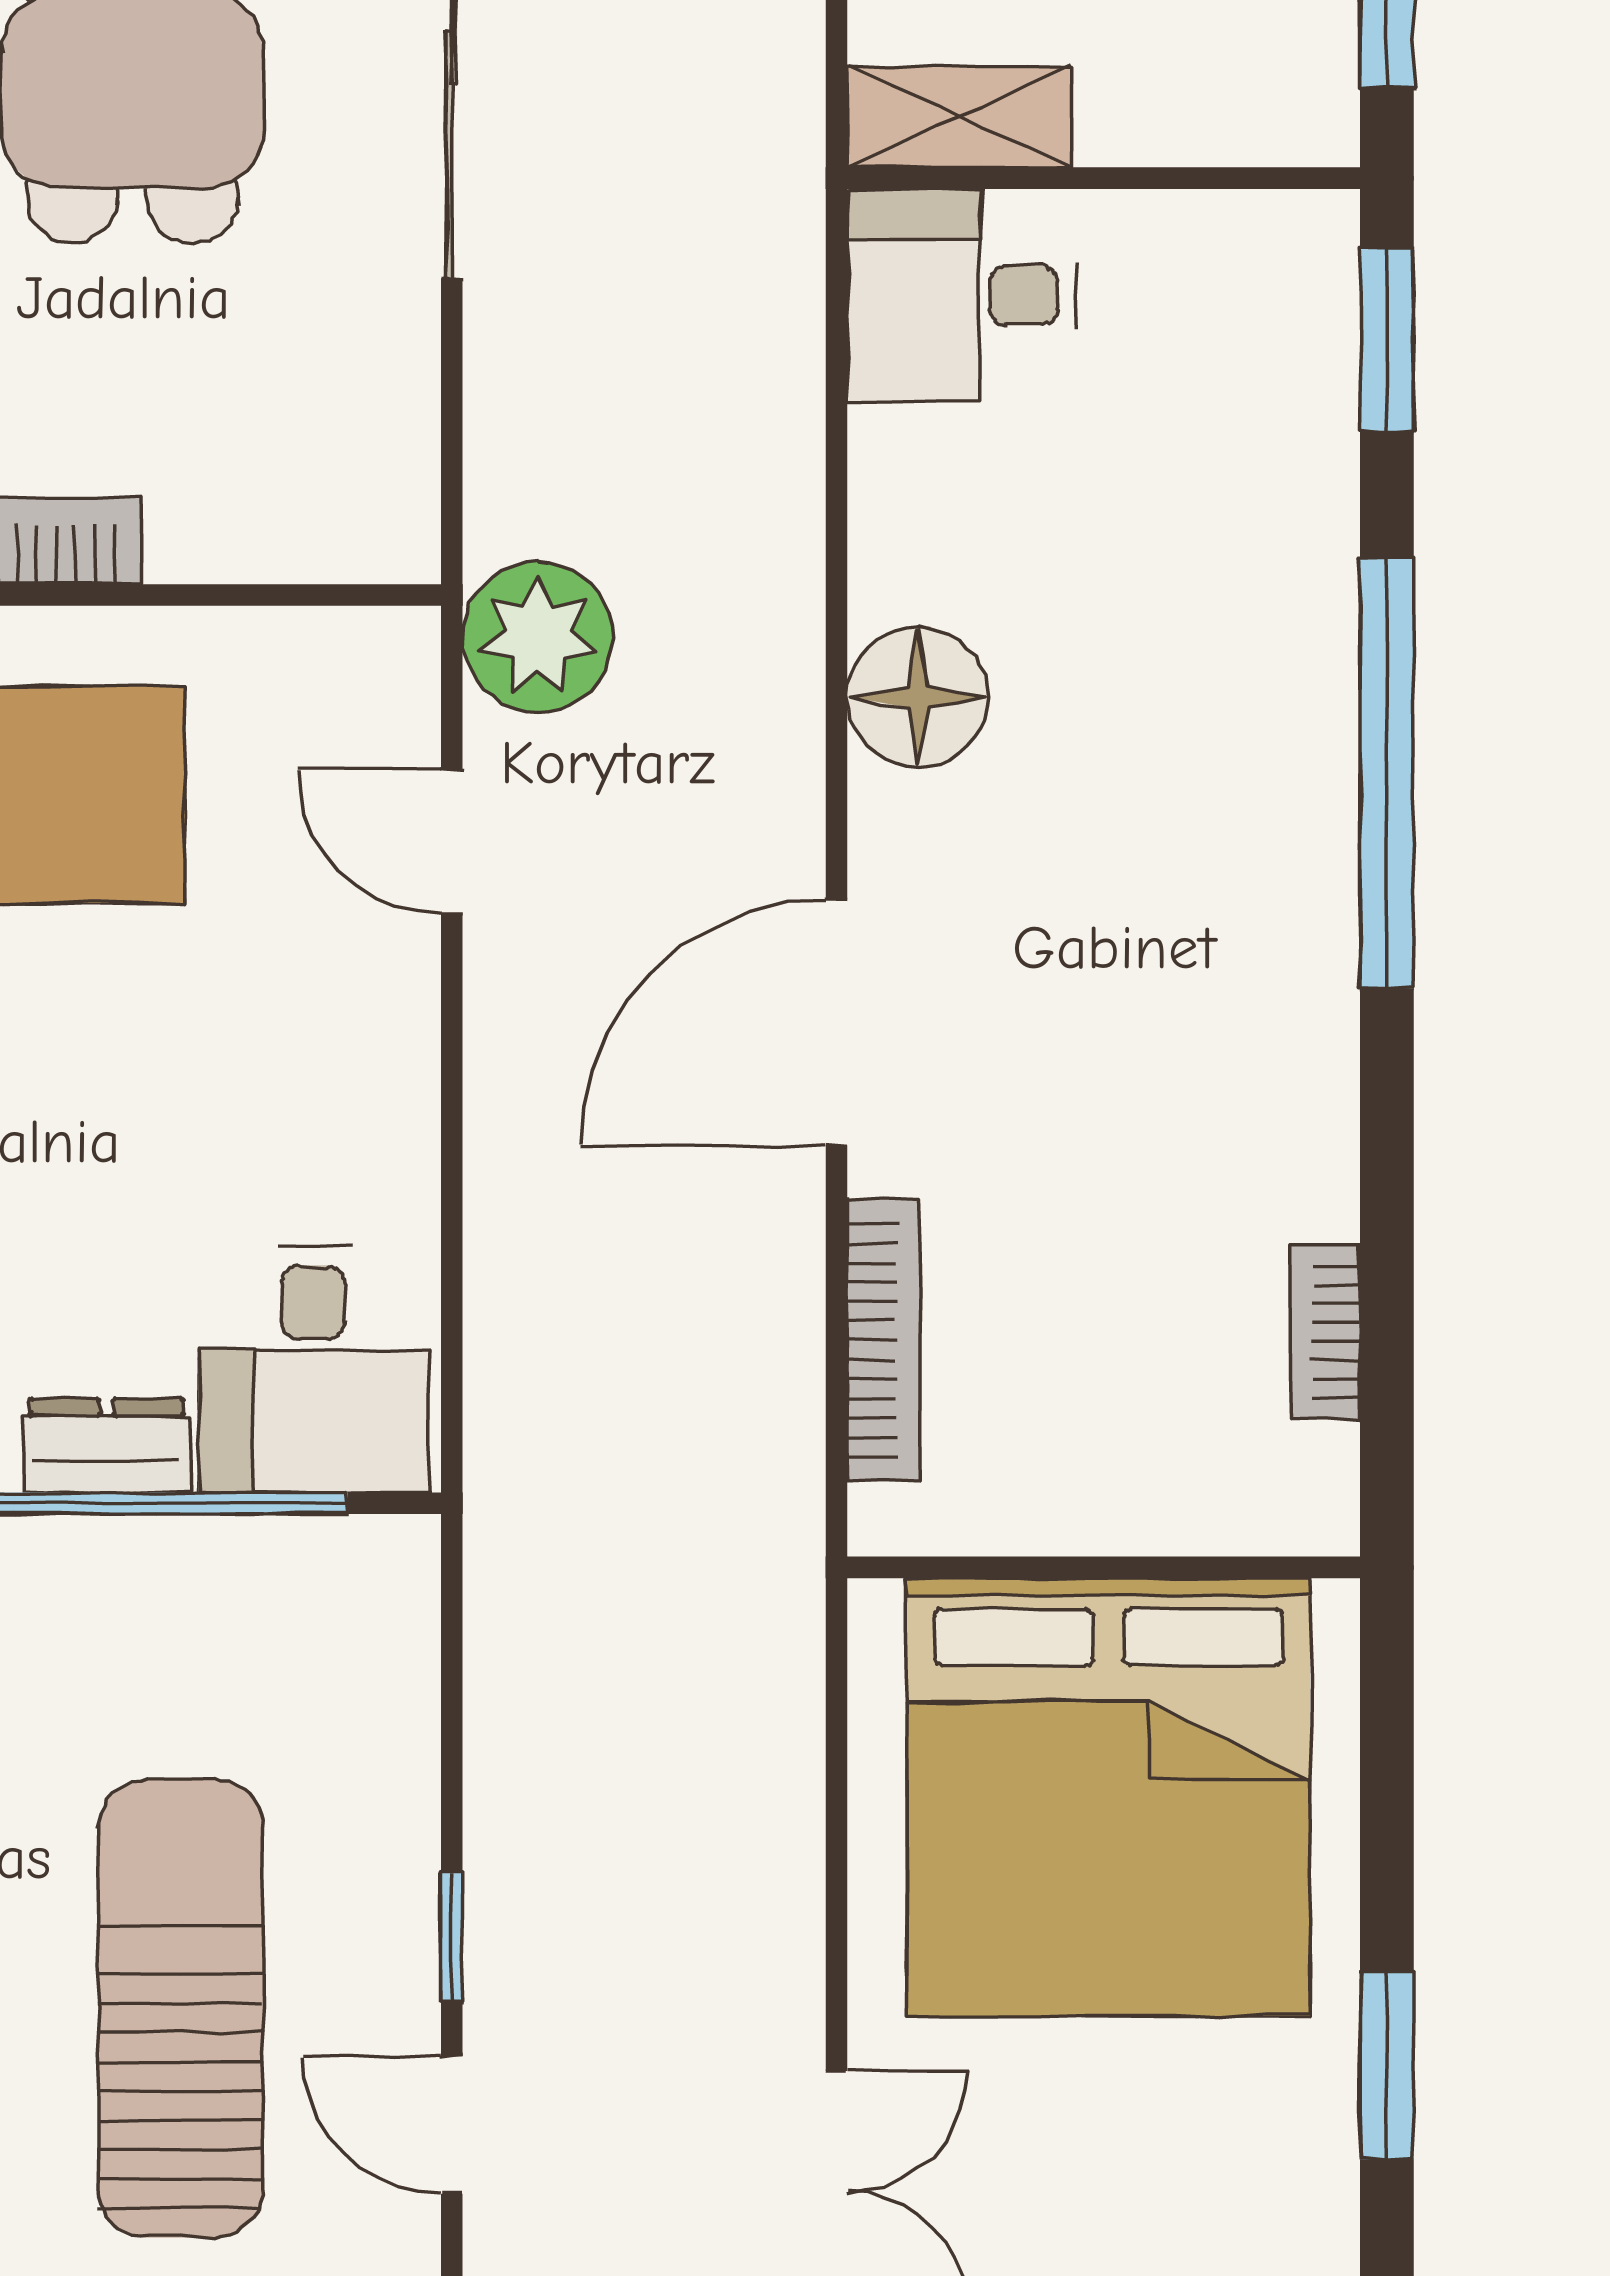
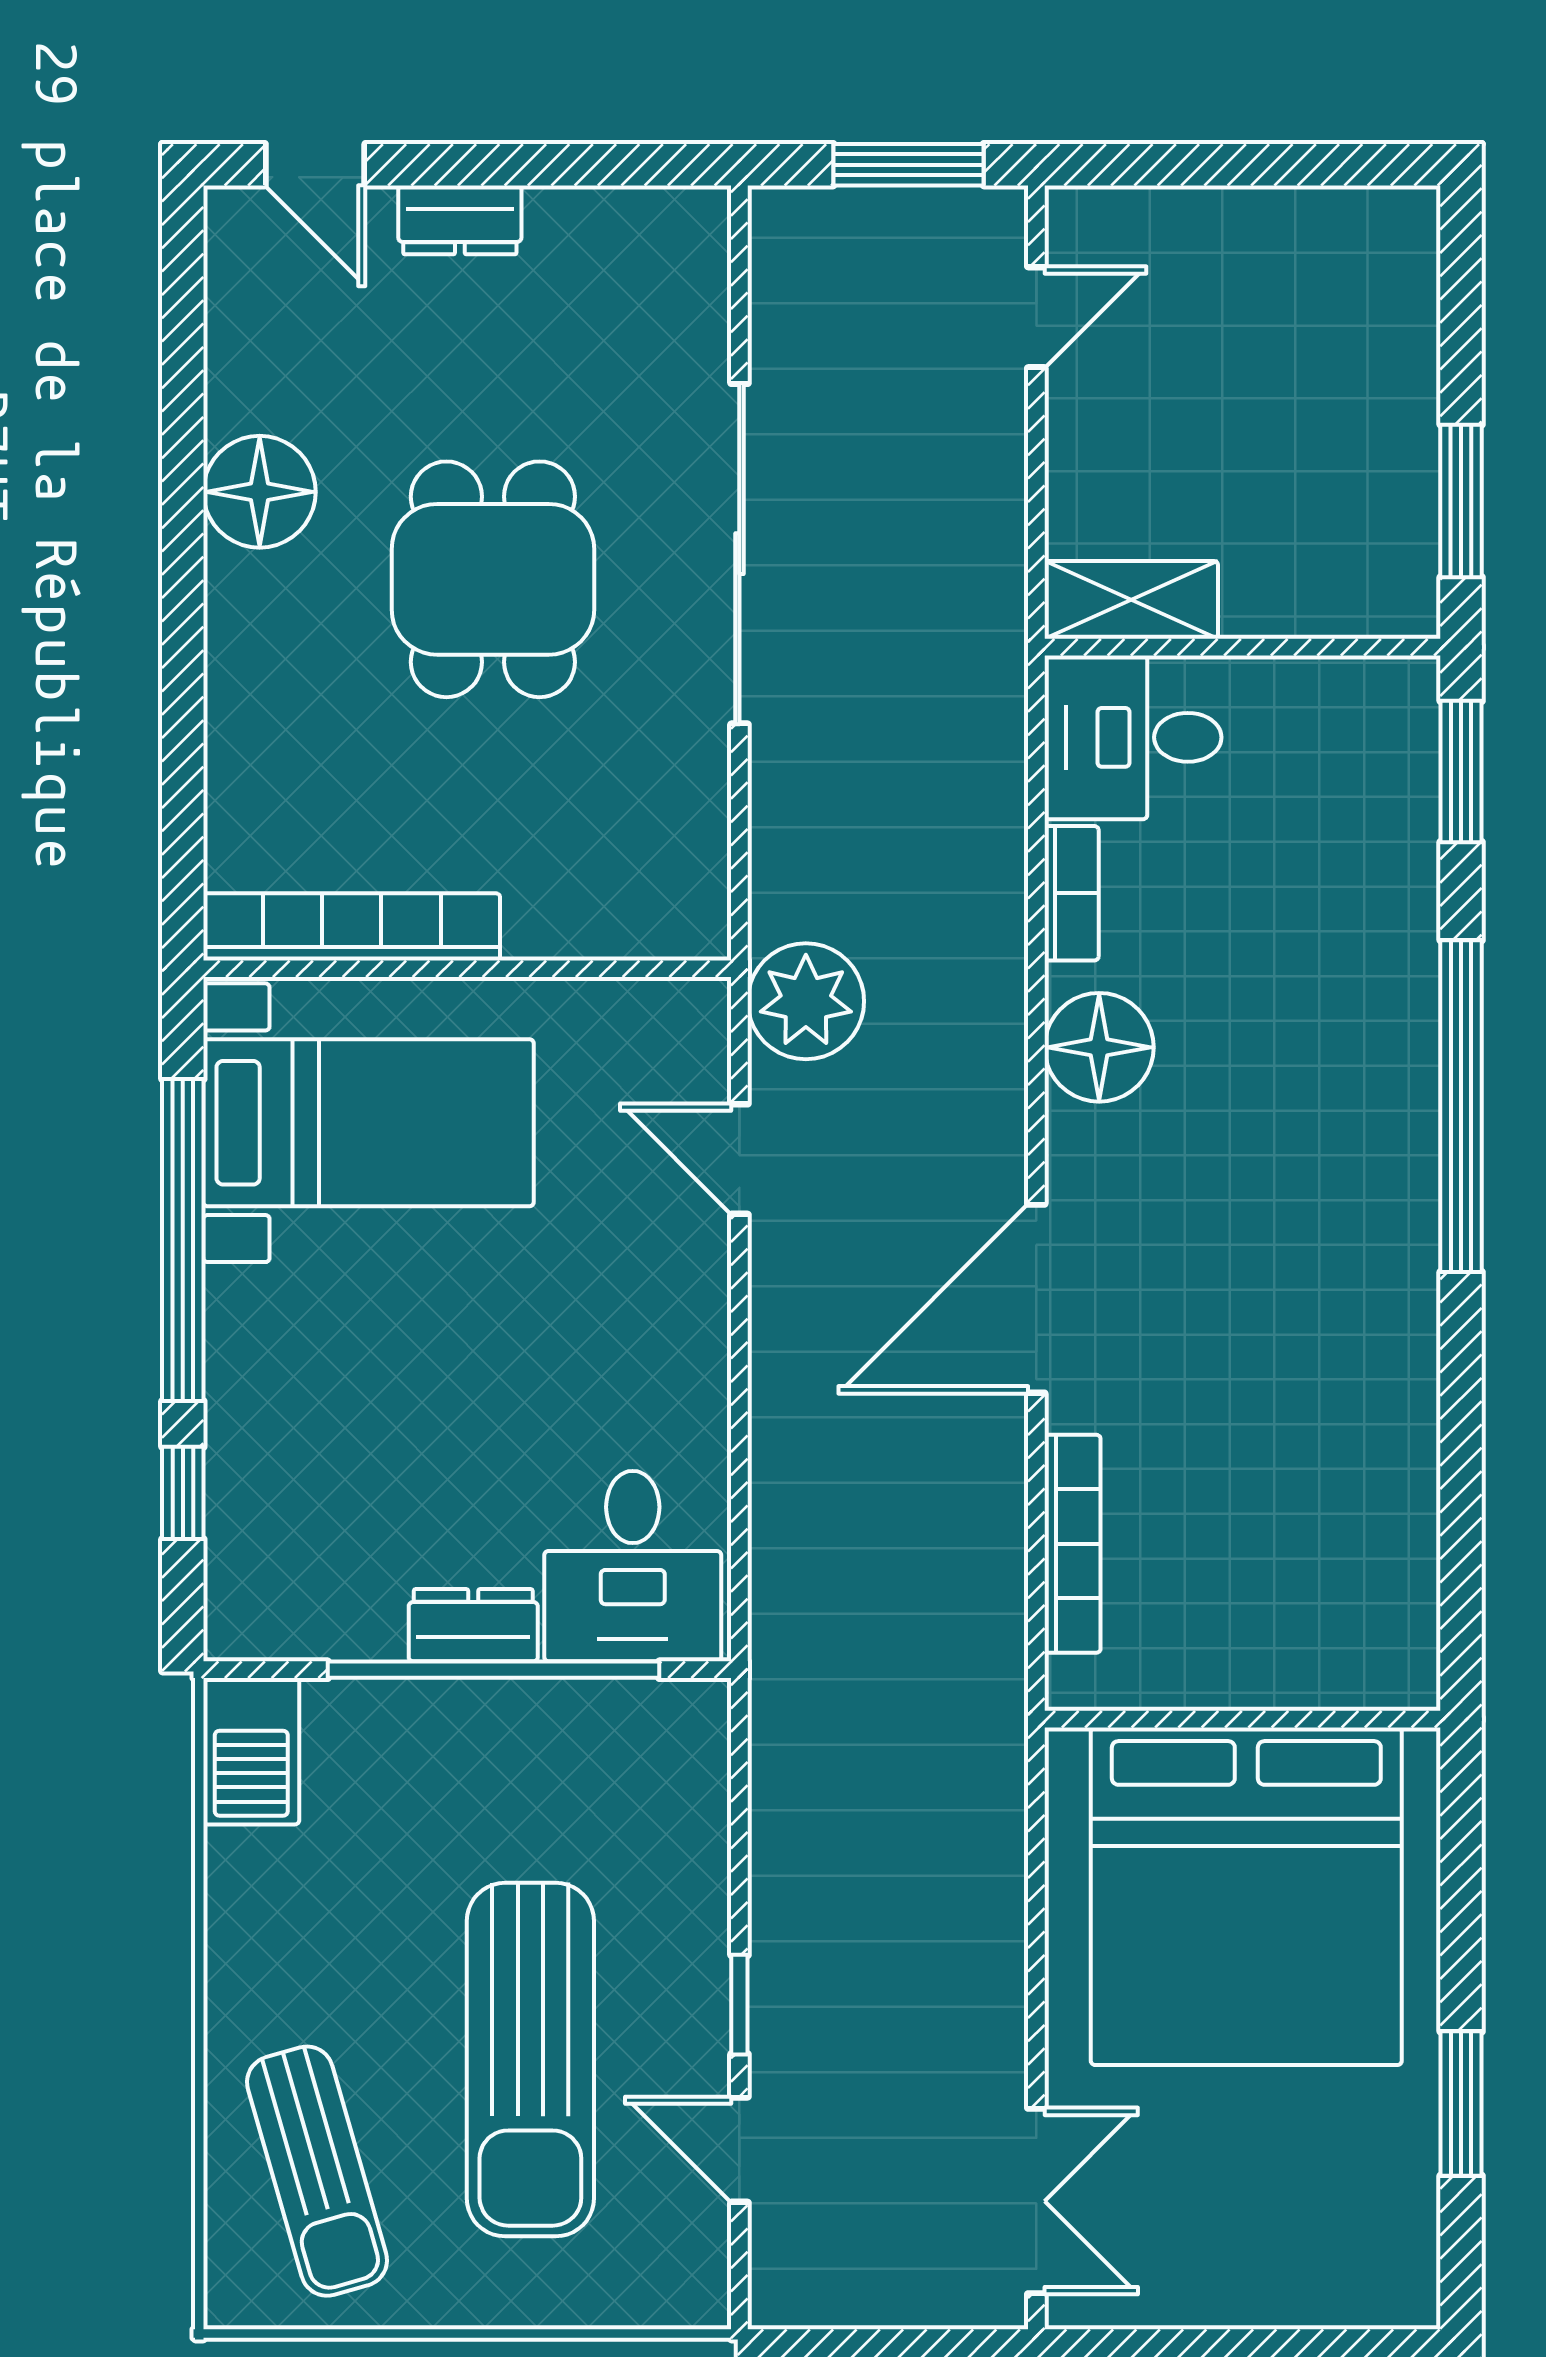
bookcase: (1325, 1332) -> (1072, 893), moved, turned 180
sun lounger: (181, 2009) -> (530, 2060), turned 180

